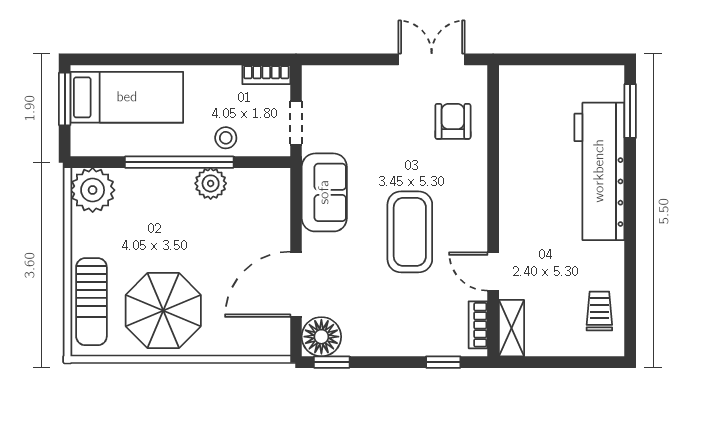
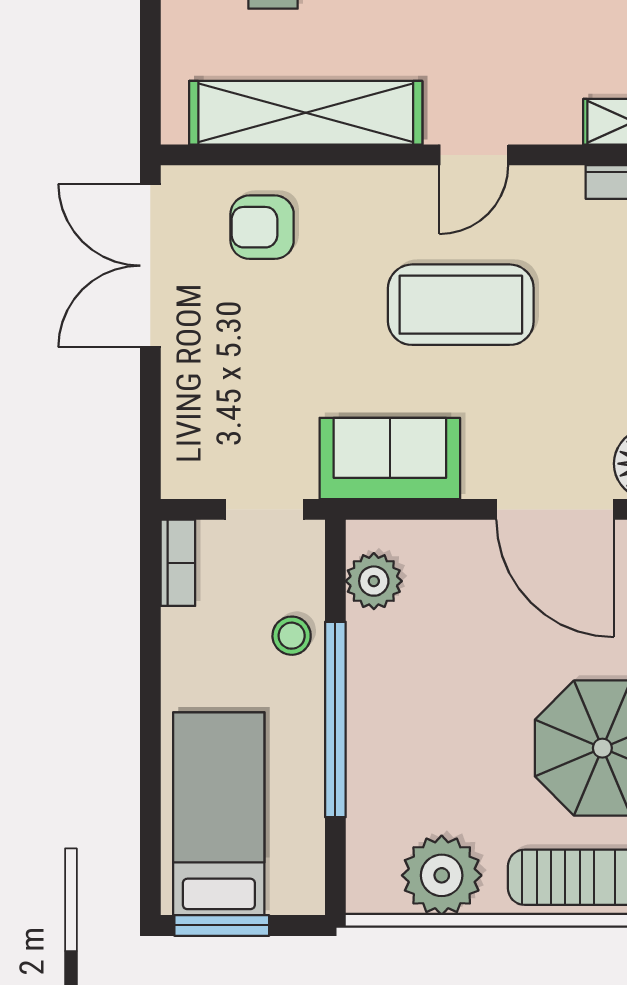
double door: (432, 59) -> (150, 266), width x1.37
shelving: (516, 146) -> (306, 113), added
plant: (211, 183) -> (374, 581), moved
plant: (93, 190) -> (442, 875), moved
door: (493, 272) -> (474, 155), moved

